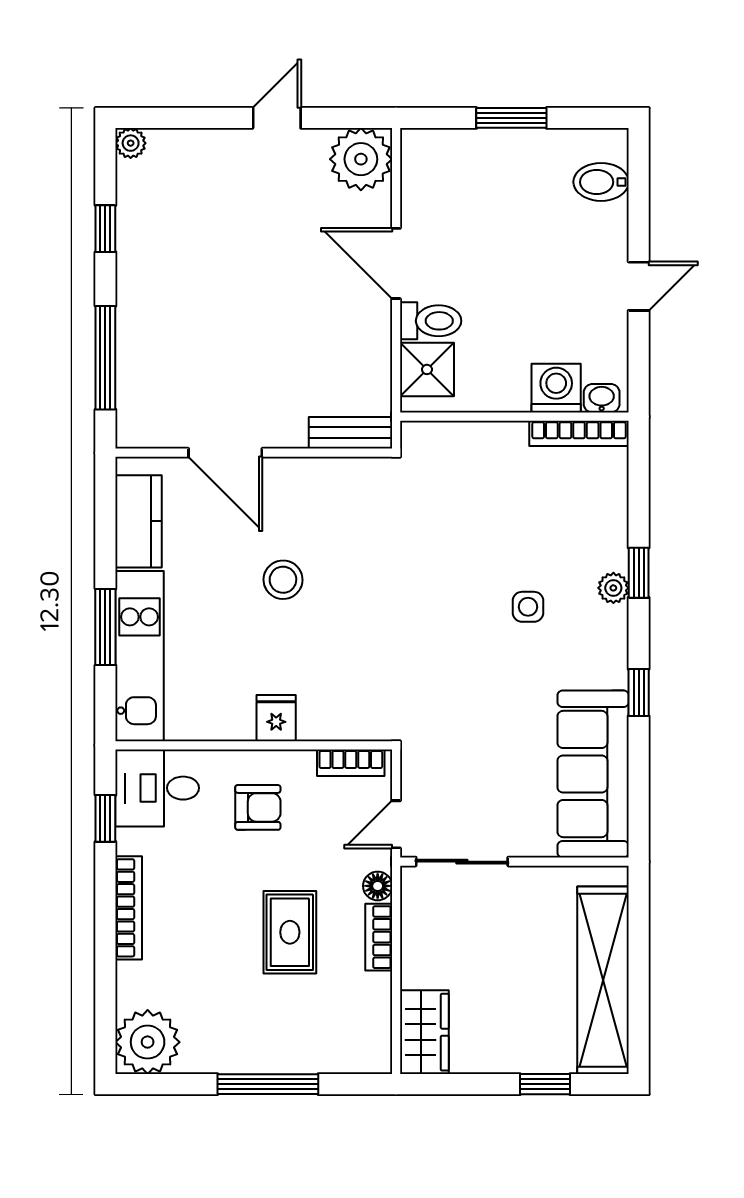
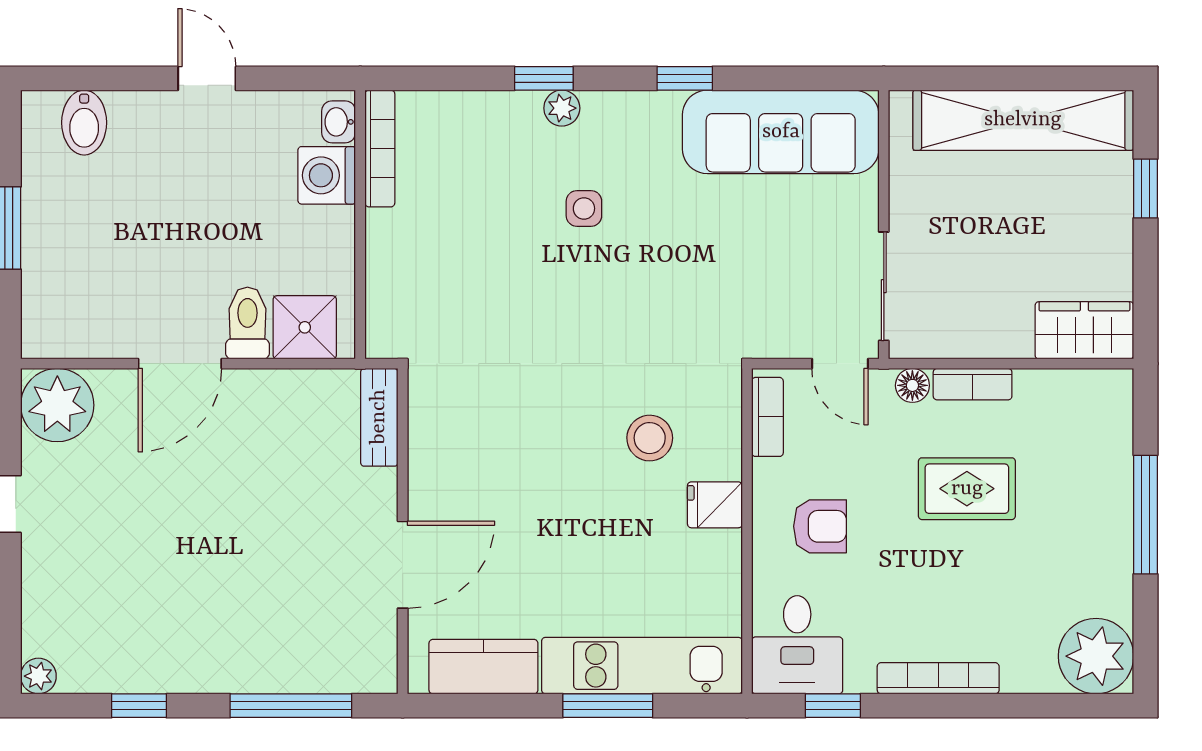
stool: (283, 580) -> (650, 438), moved
armchair: (258, 807) -> (820, 526), turned 90

